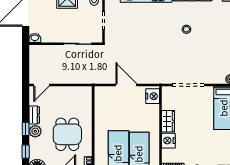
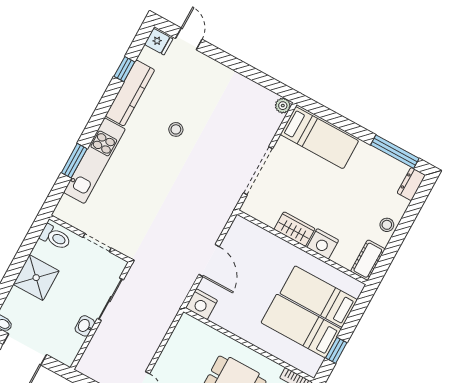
washbasin: (35, 38) -> (85, 326), moved
door: (126, 85) -> (209, 260), swing flipped
nightstand: (153, 96) -> (201, 304), moved, turned 180

